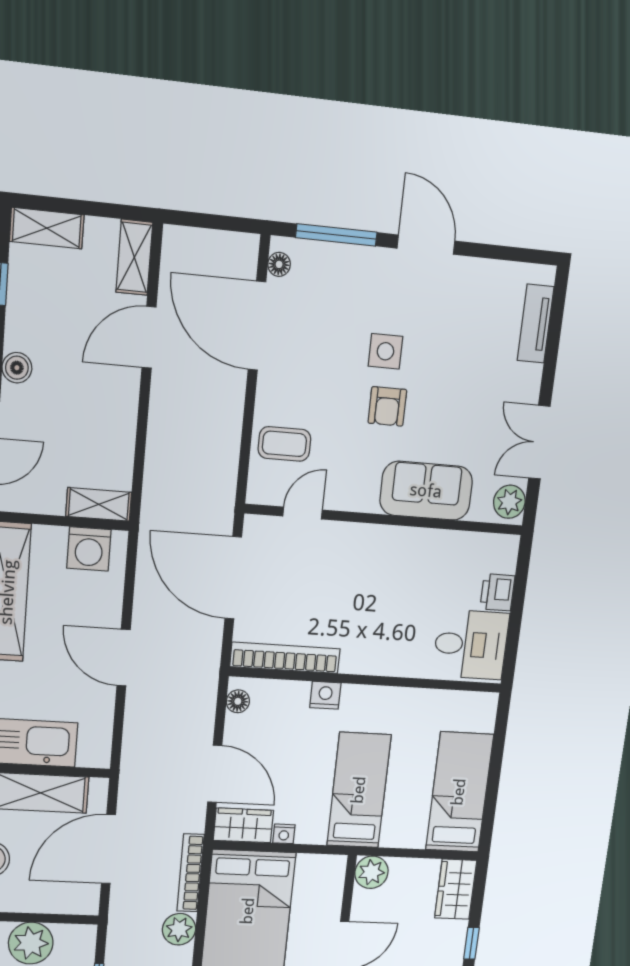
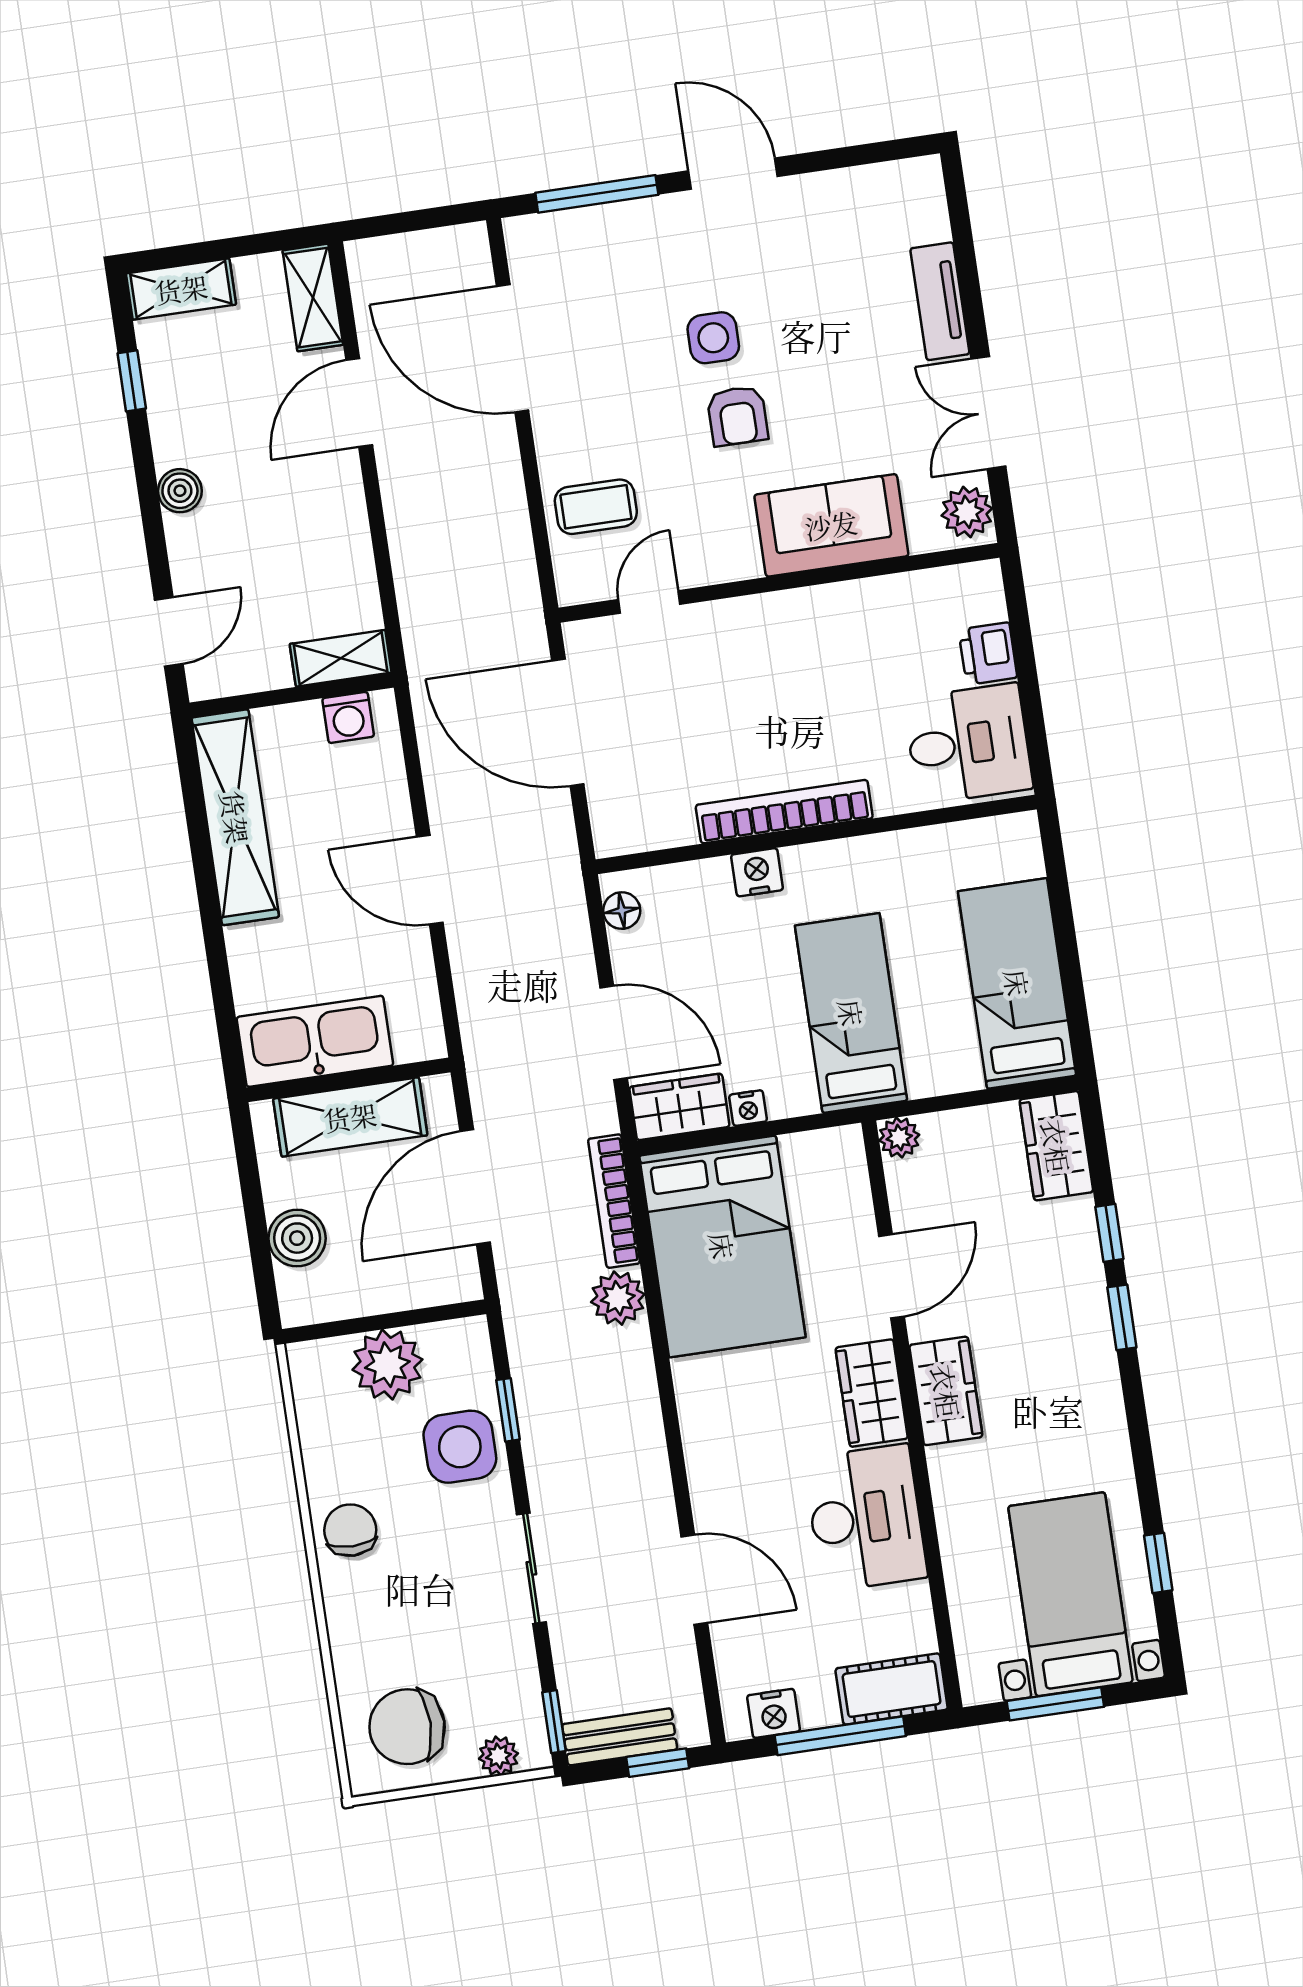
floor lamp: (279, 264) -> (523, 255), removed
tv unit: (536, 324) -> (940, 301), moved
washing machine: (89, 549) -> (348, 717), width x0.73, depth x0.73
bookcase: (285, 658) -> (784, 812), moved
plant: (371, 872) -> (899, 1138), width x0.73, depth x0.73

